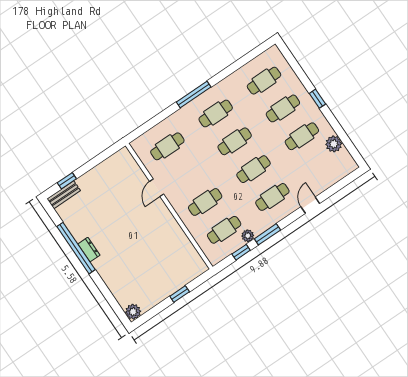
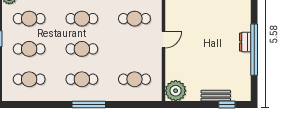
plant: (122, 161) -> (176, 91), added
door: (157, 188) -> (163, 40), moved
bench: (64, 195) -> (216, 96), moved

